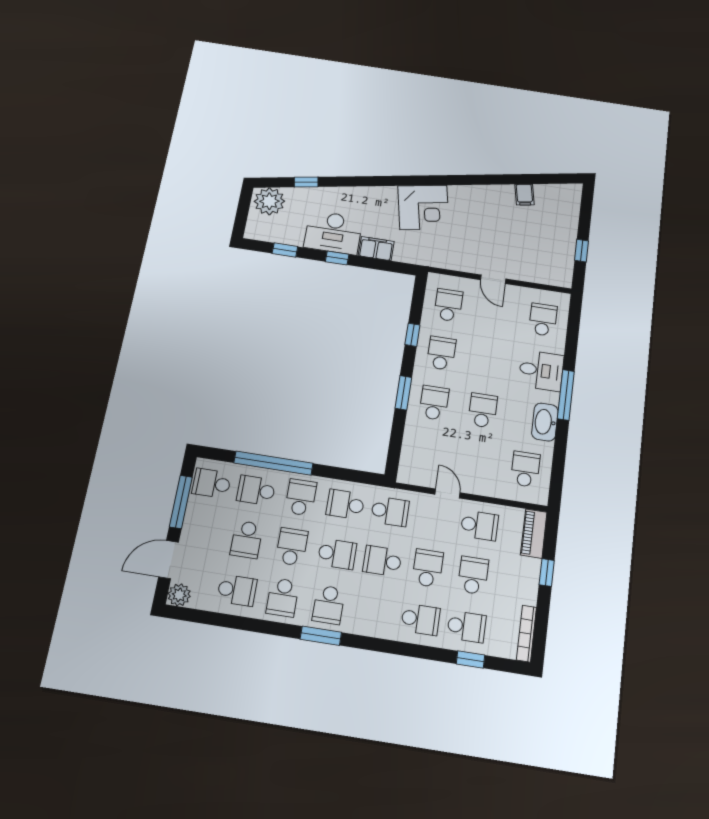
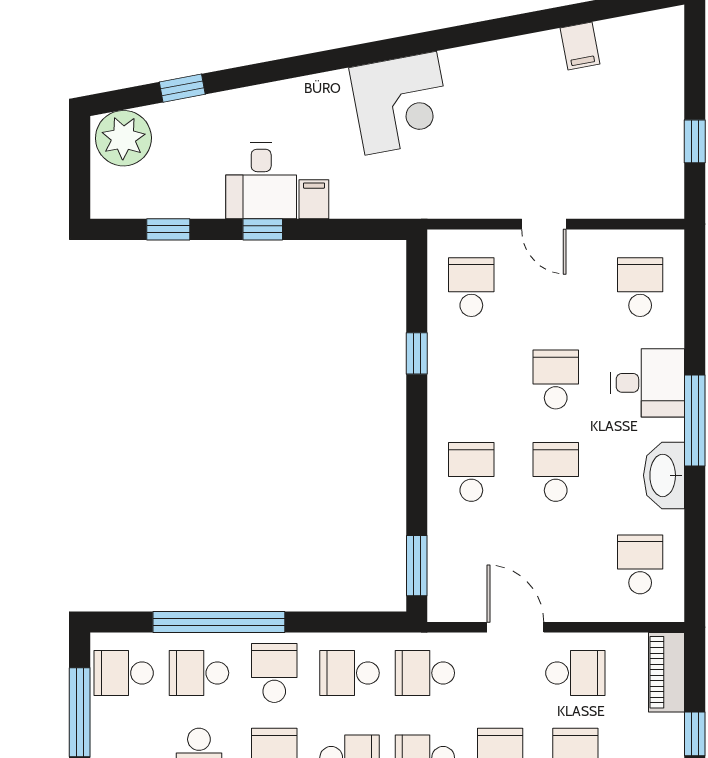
desk: (333, 233) -> (261, 181), width x0.73
filing cabinet: (376, 249) -> (314, 199), width x0.50
school desk: (441, 353) -> (556, 380), moved
window: (403, 393) -> (417, 566), moved
door: (447, 493) -> (515, 627), width x1.37
school desk: (390, 511) -> (425, 673), turned 180

